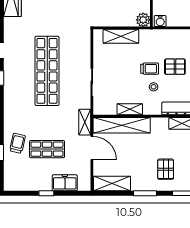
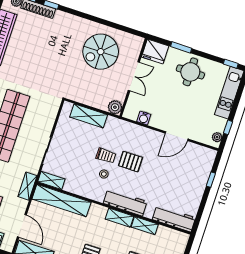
water cooler: (160, 21) -> (144, 118), moved
shelving: (130, 109) -> (51, 180), moved
door: (92, 148) -> (22, 226), moved

